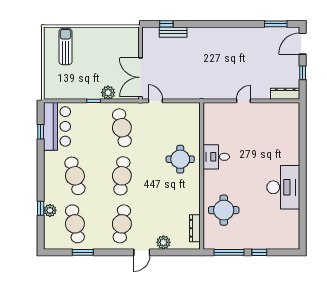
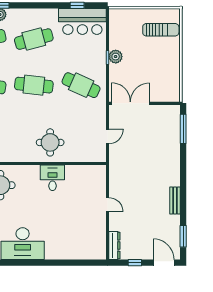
window: (166, 24) -> (183, 129), width x2.17
bench: (173, 32) -> (175, 200), moved
plant: (108, 93) -> (116, 57), moved
door: (155, 101) -> (107, 136), moved
cafe table: (122, 128) -> (81, 85), turned 36

